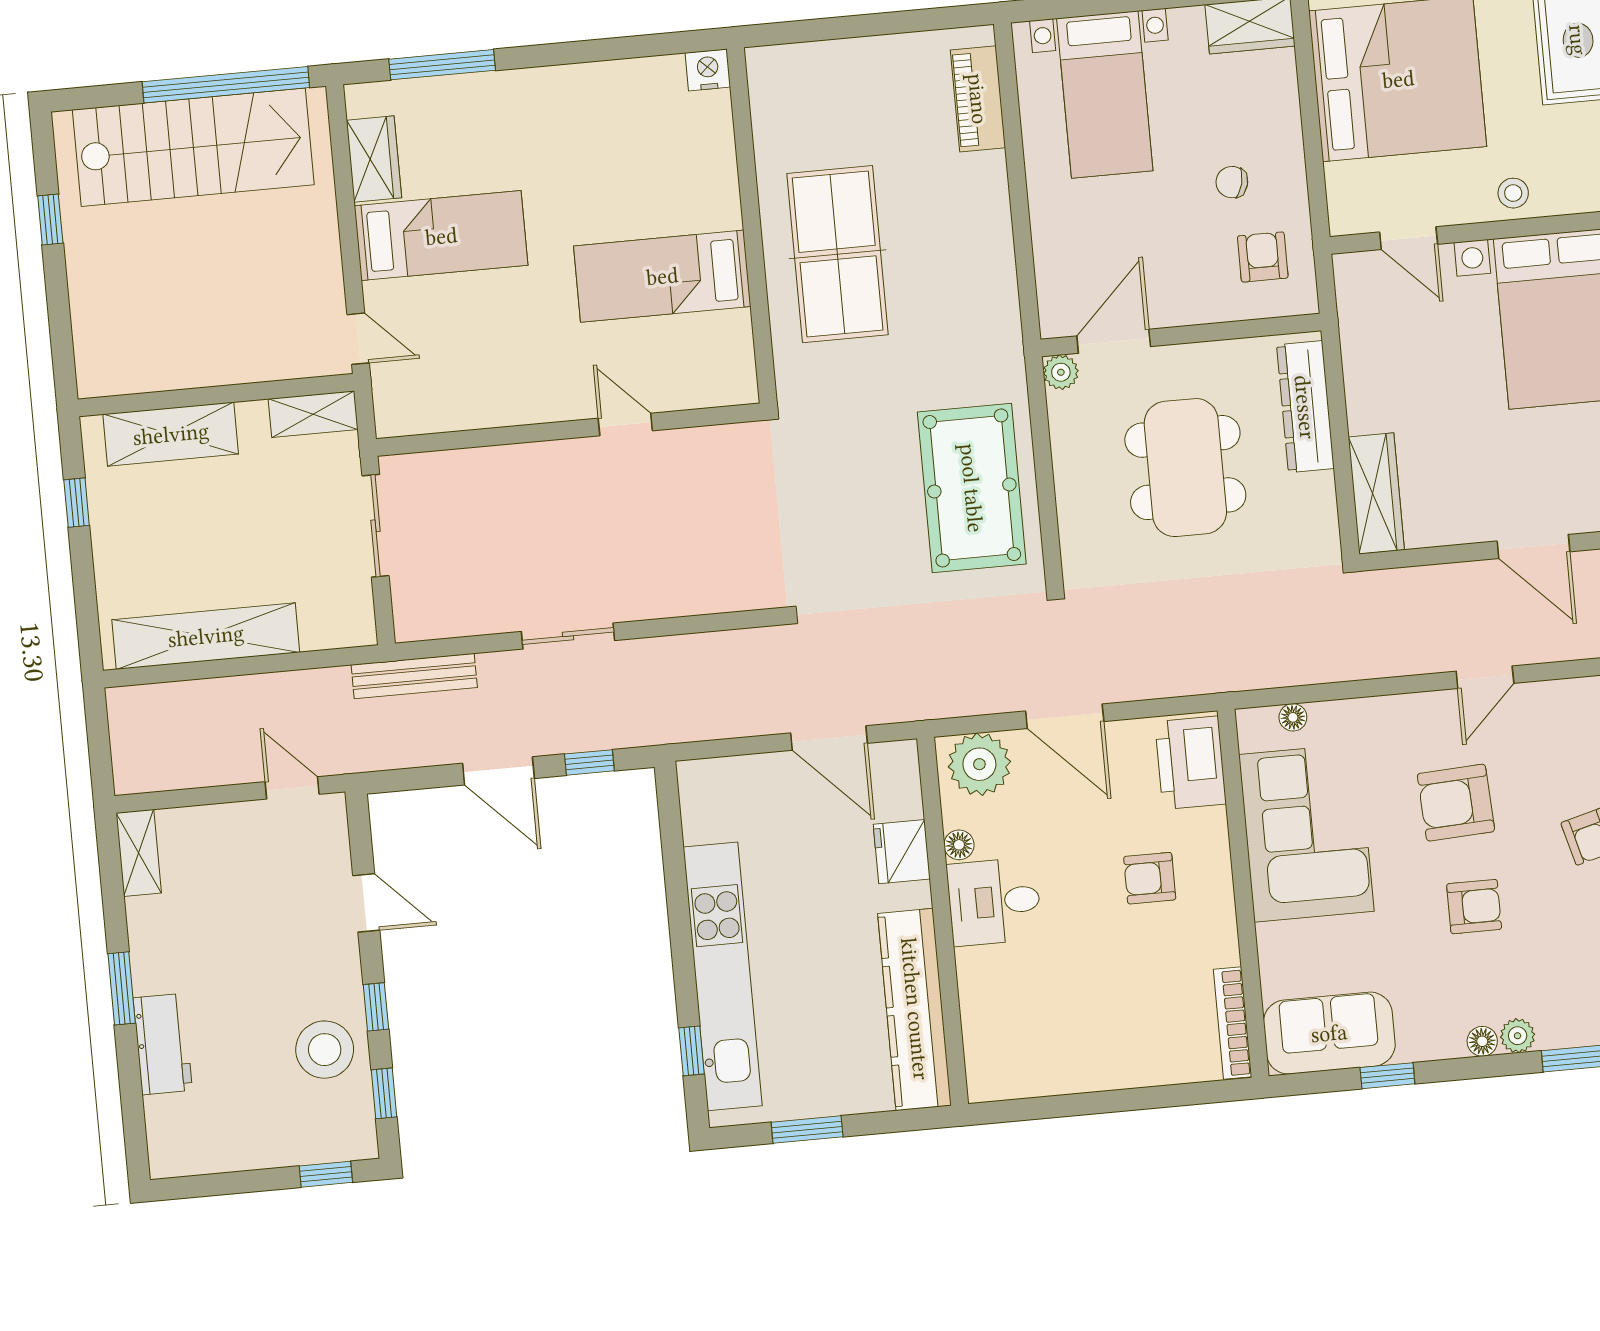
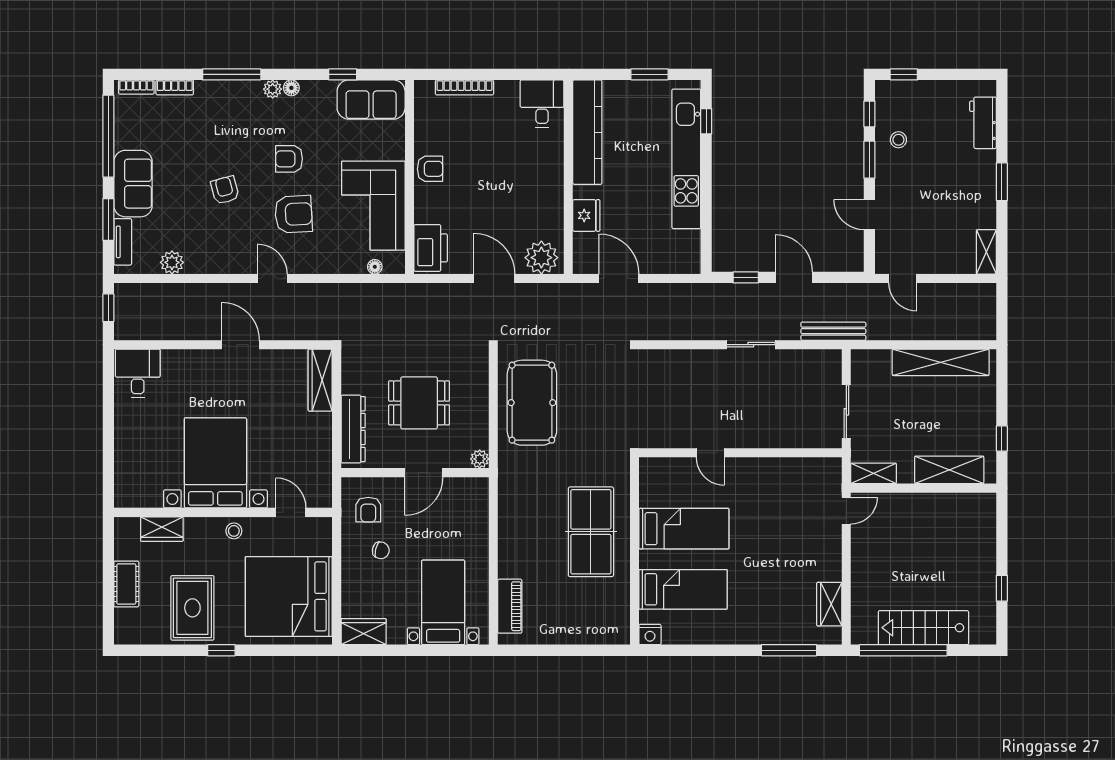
stairs: (193, 147) -> (923, 628), width x0.73, depth x0.66
bed: (441, 236) -> (683, 589), moved, turned 180
door: (358, 339) -> (846, 511), swing flipped
door: (1114, 341) -> (424, 473), moved
dining table: (1185, 468) -> (419, 403), width x0.73
door: (1485, 677) -> (272, 279), hinge flipped
floor lamp: (959, 845) -> (556, 216), removed
armchair: (1150, 878) -> (430, 169), moved
desk: (994, 902) -> (542, 104), moved, turned -90
window: (376, 1007) -> (869, 160), width x1.50
bookcase: (1233, 1023) -> (464, 87), moved, turned 90
workbench: (163, 1044) -> (983, 123), moved
stool: (325, 1050) -> (898, 140), width x0.53, depth x0.53

